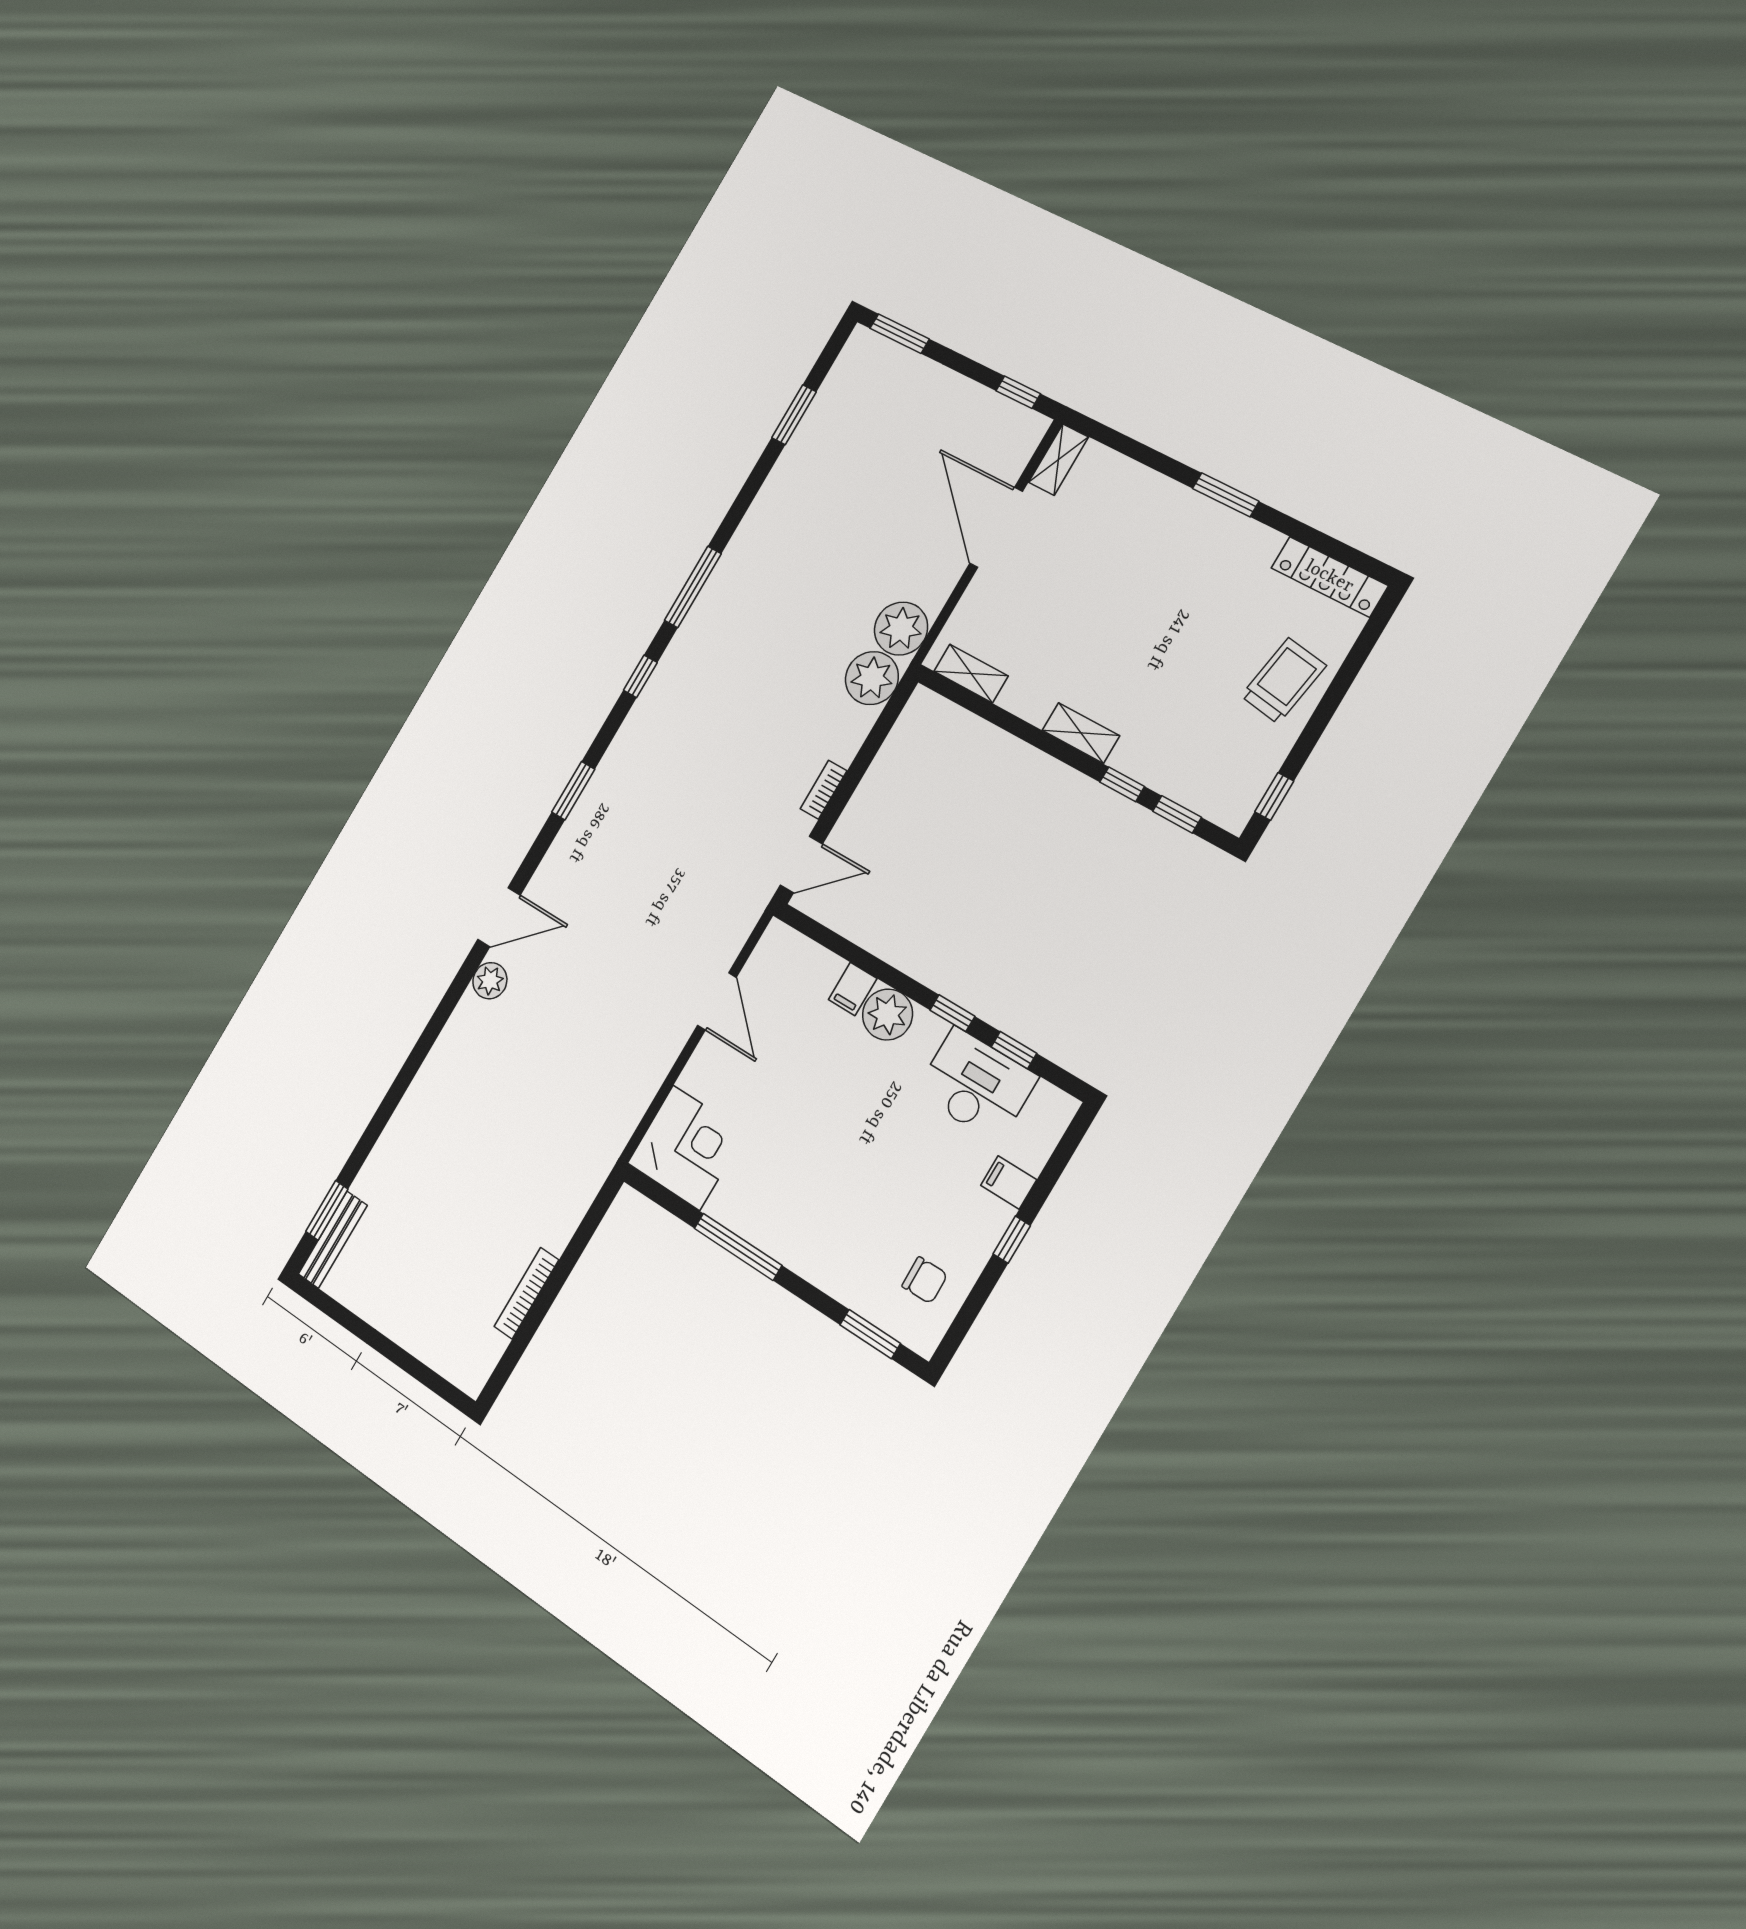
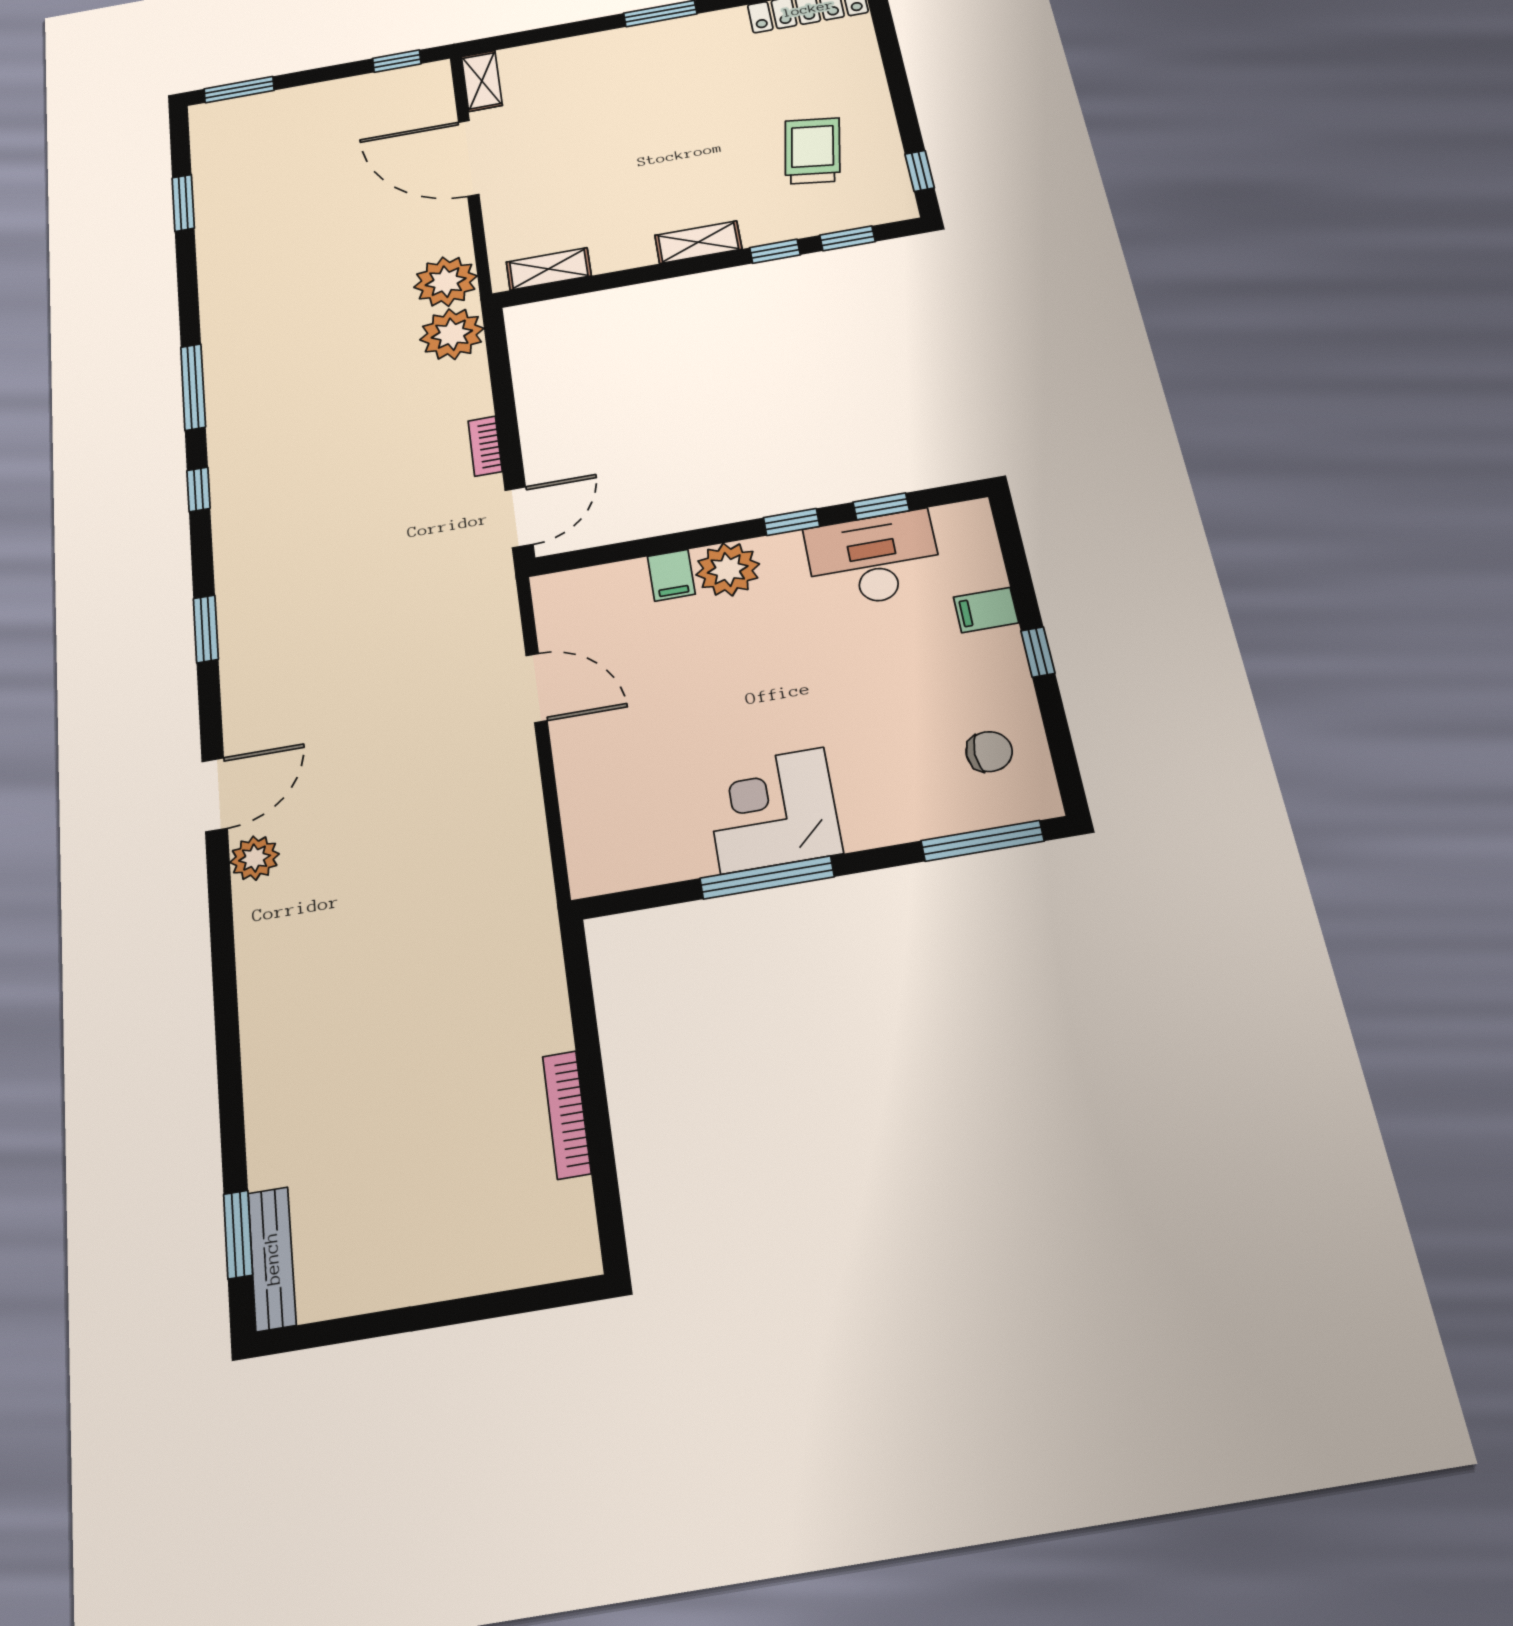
trolley: (1283, 681) -> (812, 151), moved
corner desk: (686, 1148) -> (773, 810), moved, turned -90
window: (870, 1334) -> (982, 841), width x1.44

